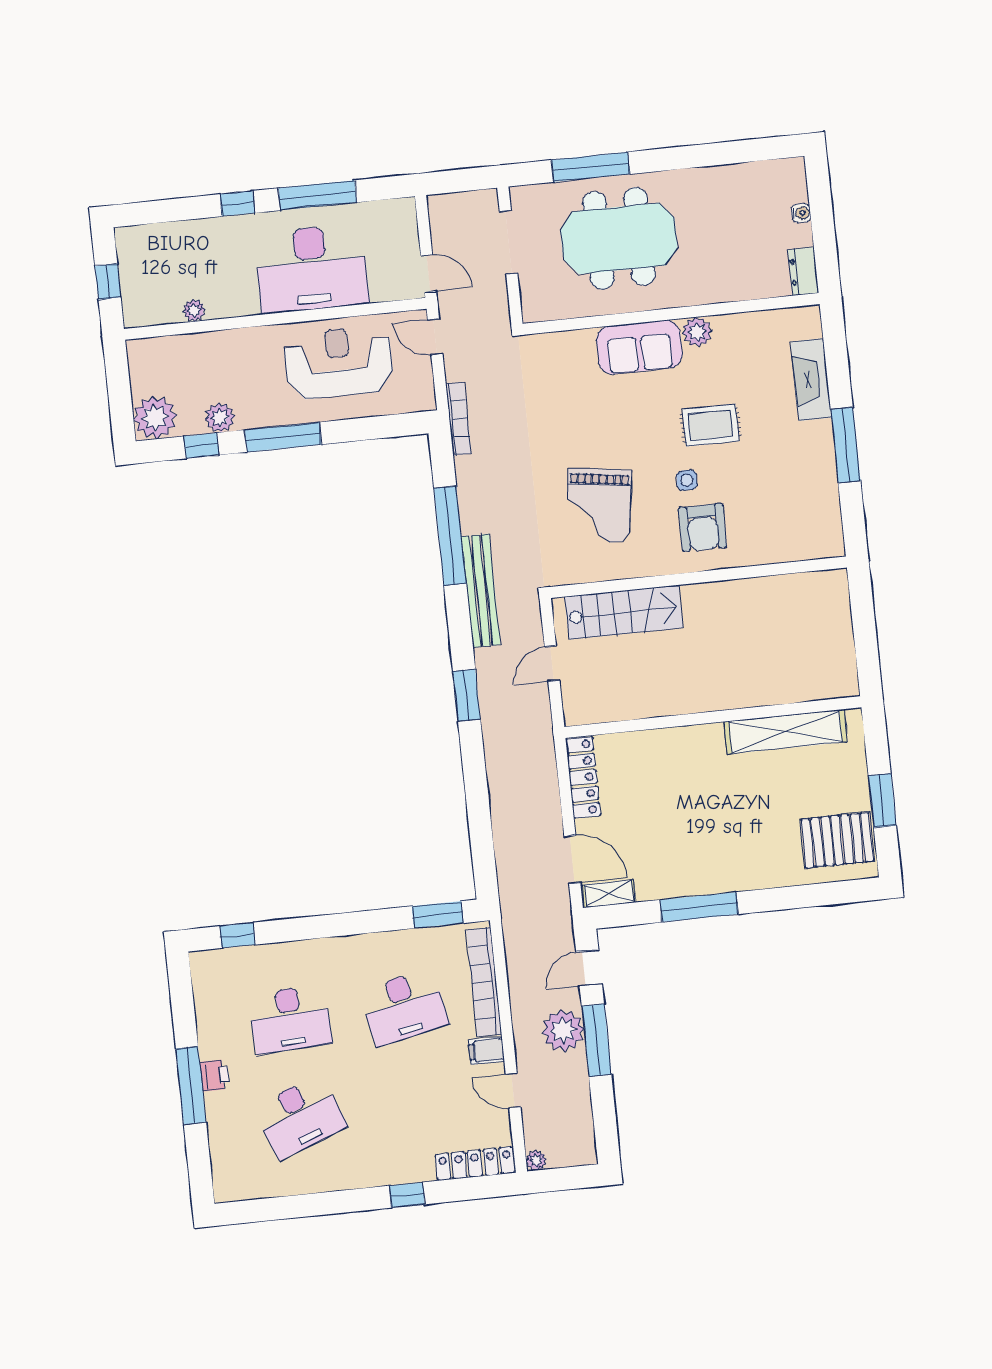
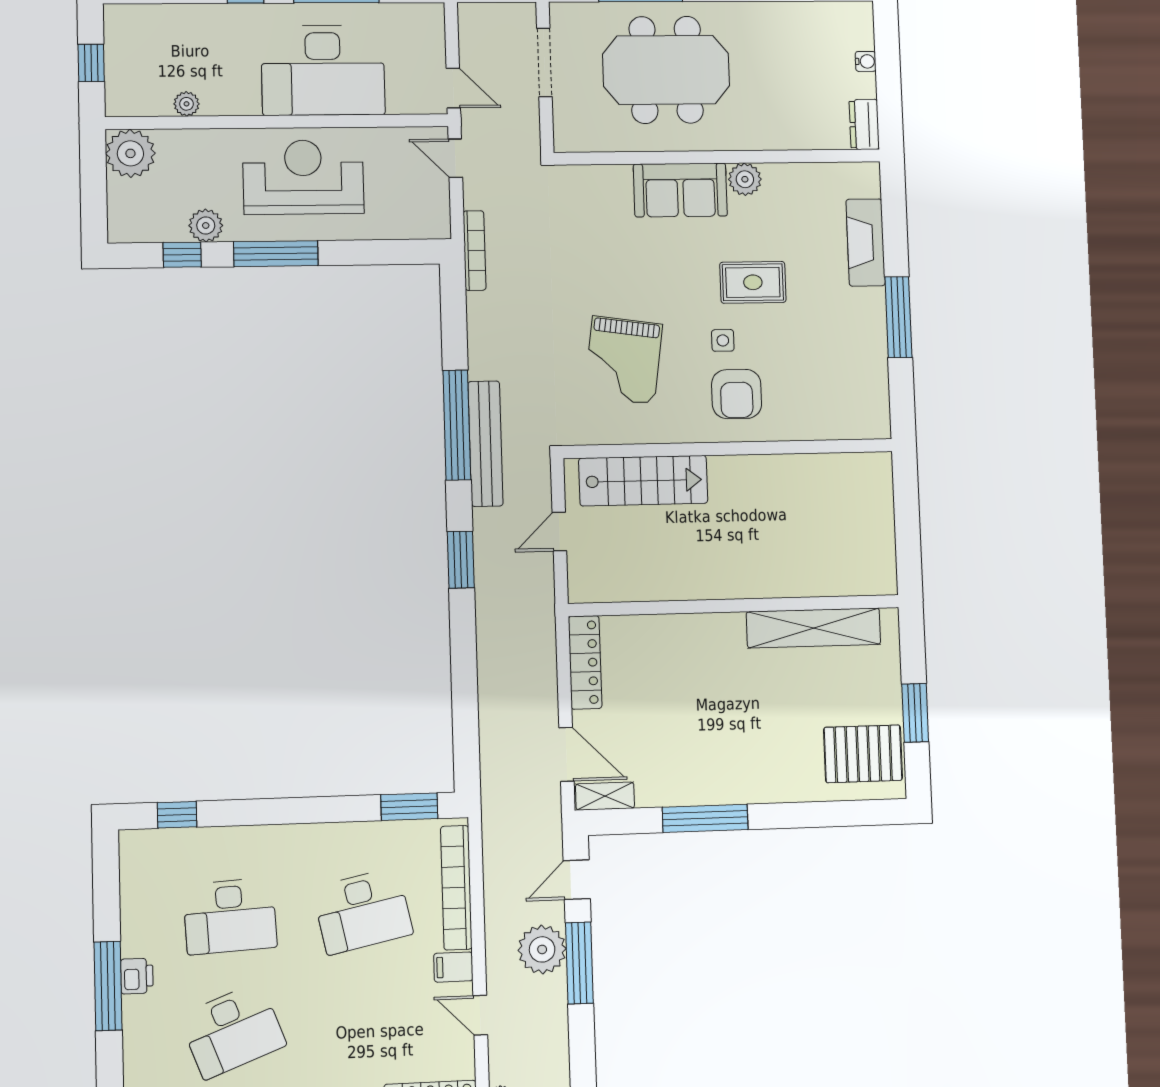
reception desk: (339, 362) -> (303, 177), moved
plant: (155, 417) -> (130, 153), moved
window: (450, 536) -> (457, 425), moved

